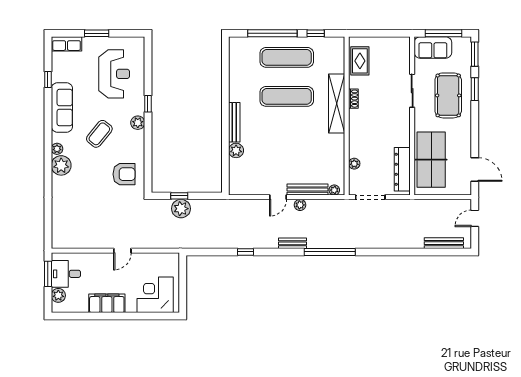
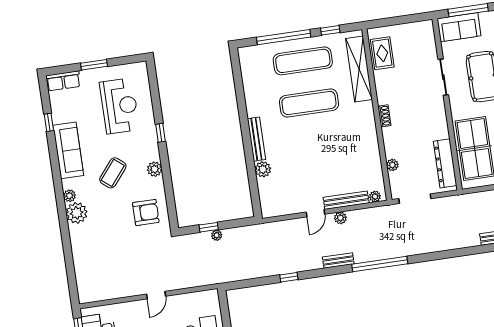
shoe rack: (353, 99) -> (384, 116), moved
shelving: (337, 103) -> (359, 69), moved
plant: (138, 123) -> (155, 169), moved
plant: (181, 209) -> (217, 235), width x0.53, depth x0.53

